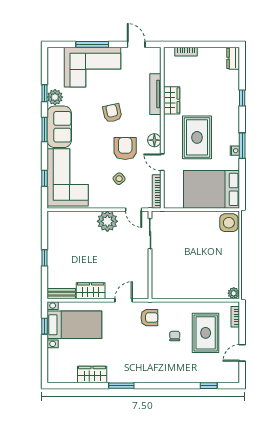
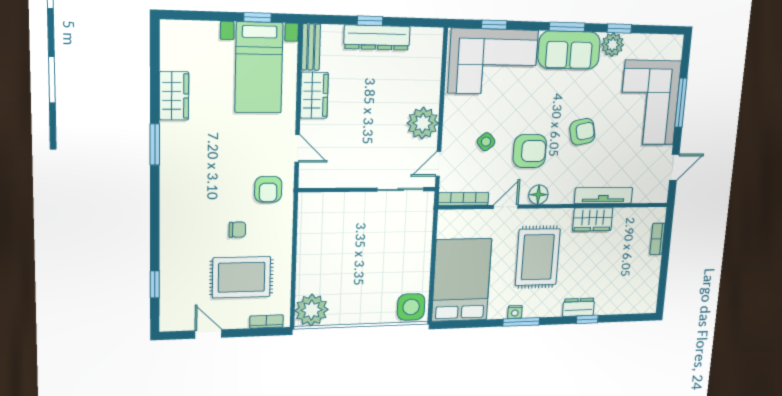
dresser: (233, 58) -> (579, 307), moved
rug: (197, 137) -> (538, 257), turned 90
dresser: (54, 253) -> (377, 38), added
plant: (234, 293) -> (312, 310), width x1.88, depth x1.88

